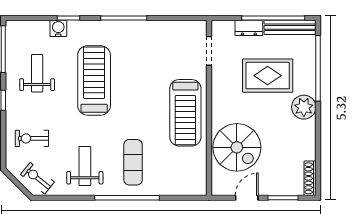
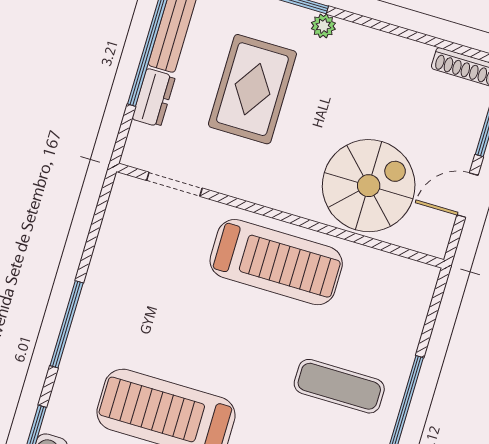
plant: (304, 107) -> (323, 26), width x0.53, depth x0.53
door: (247, 198) -> (467, 195), hinge flipped

